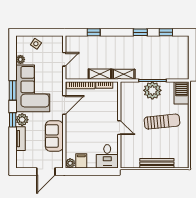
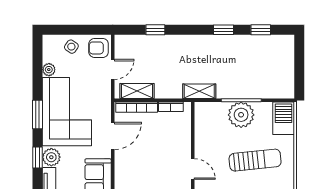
armchair: (55, 45) -> (99, 48), added
shelving: (100, 74) -> (137, 91), moved

